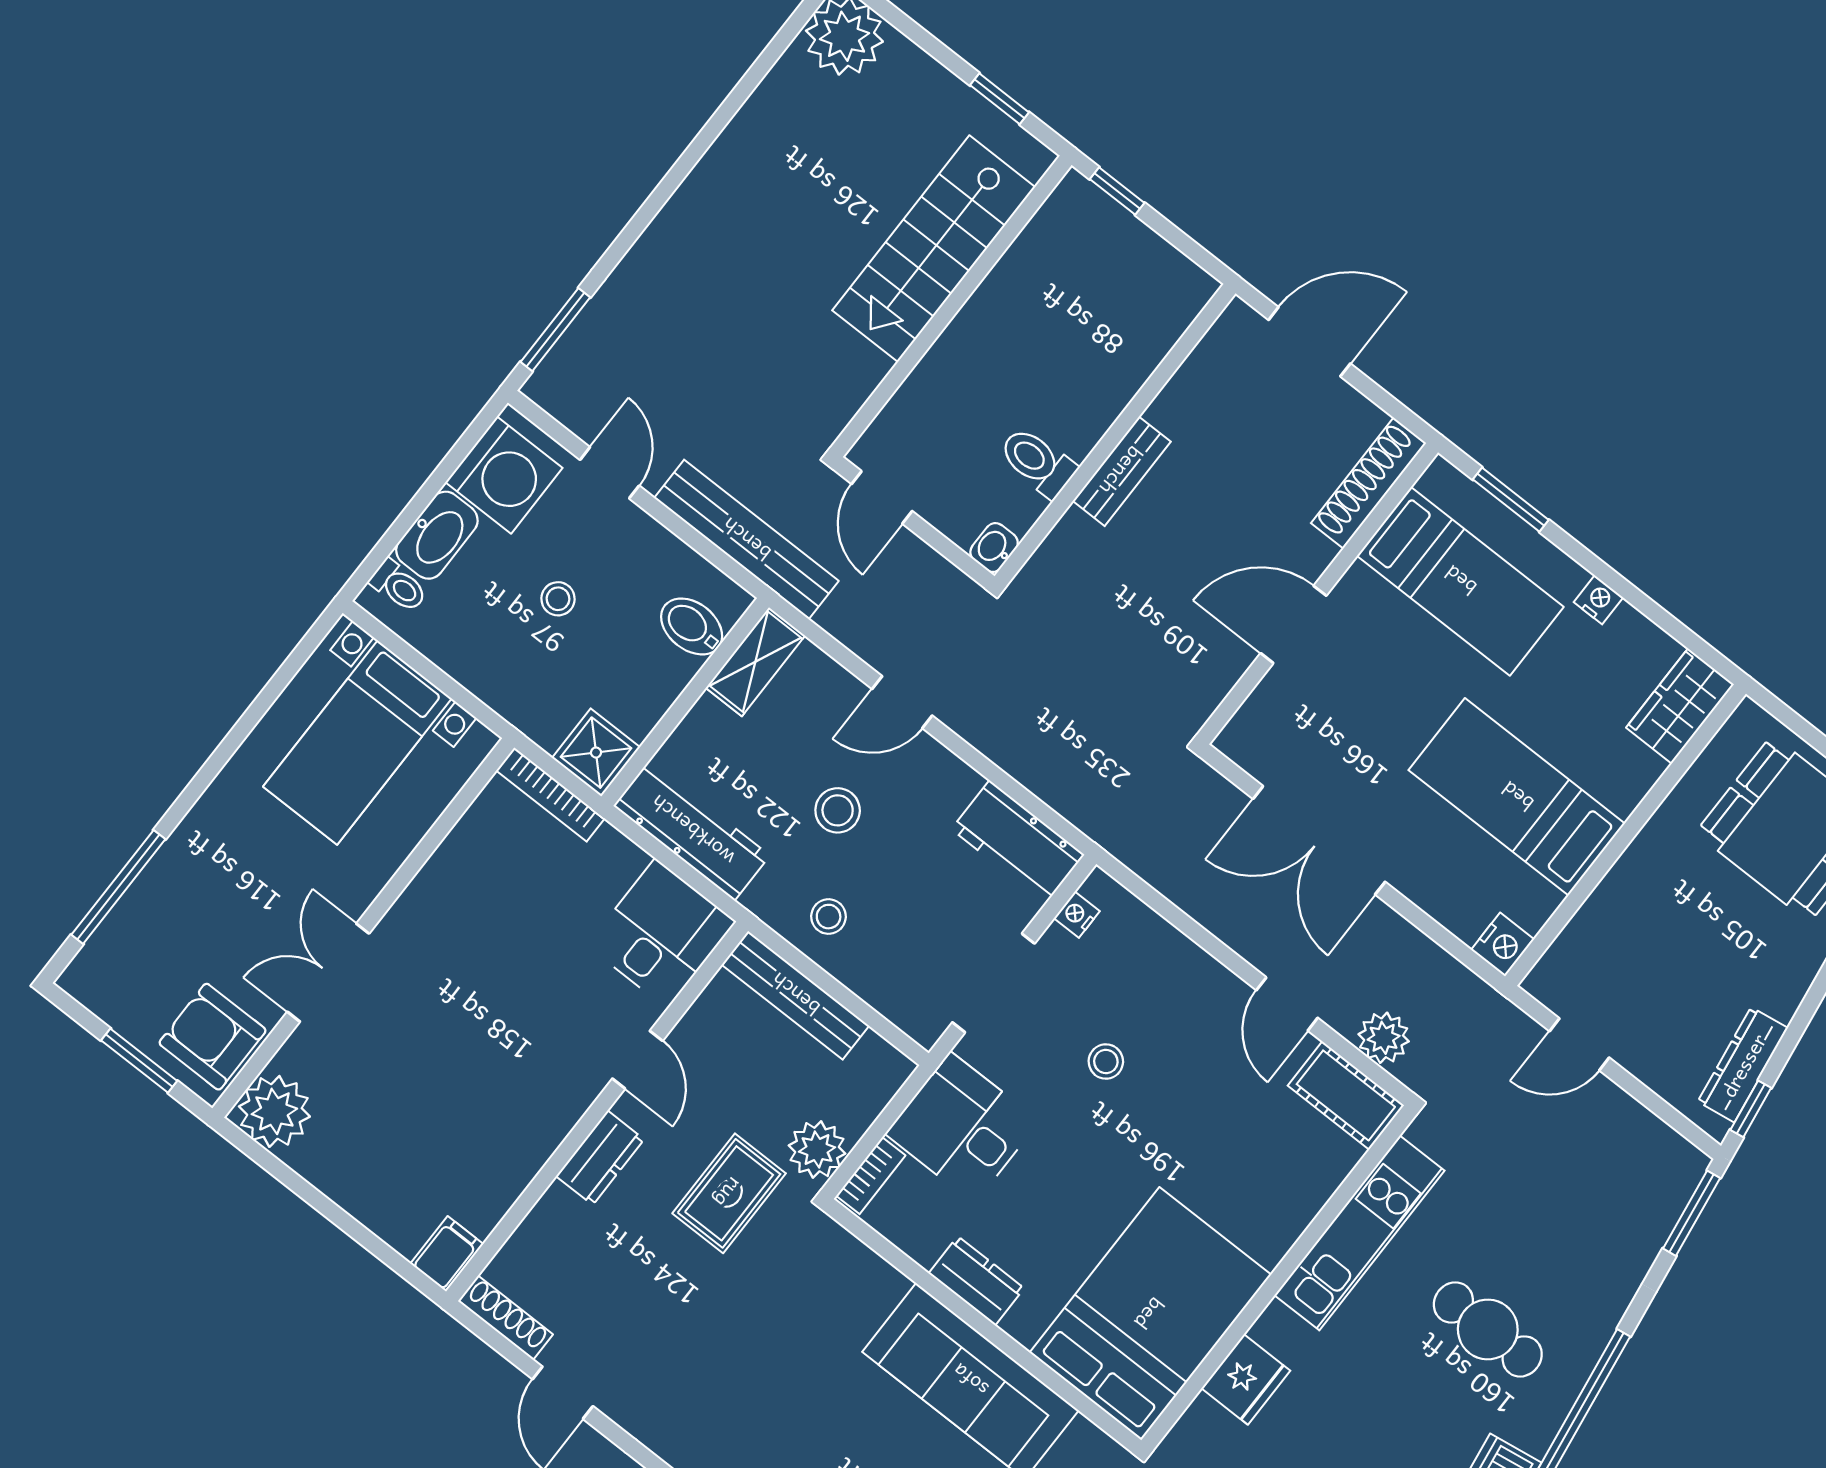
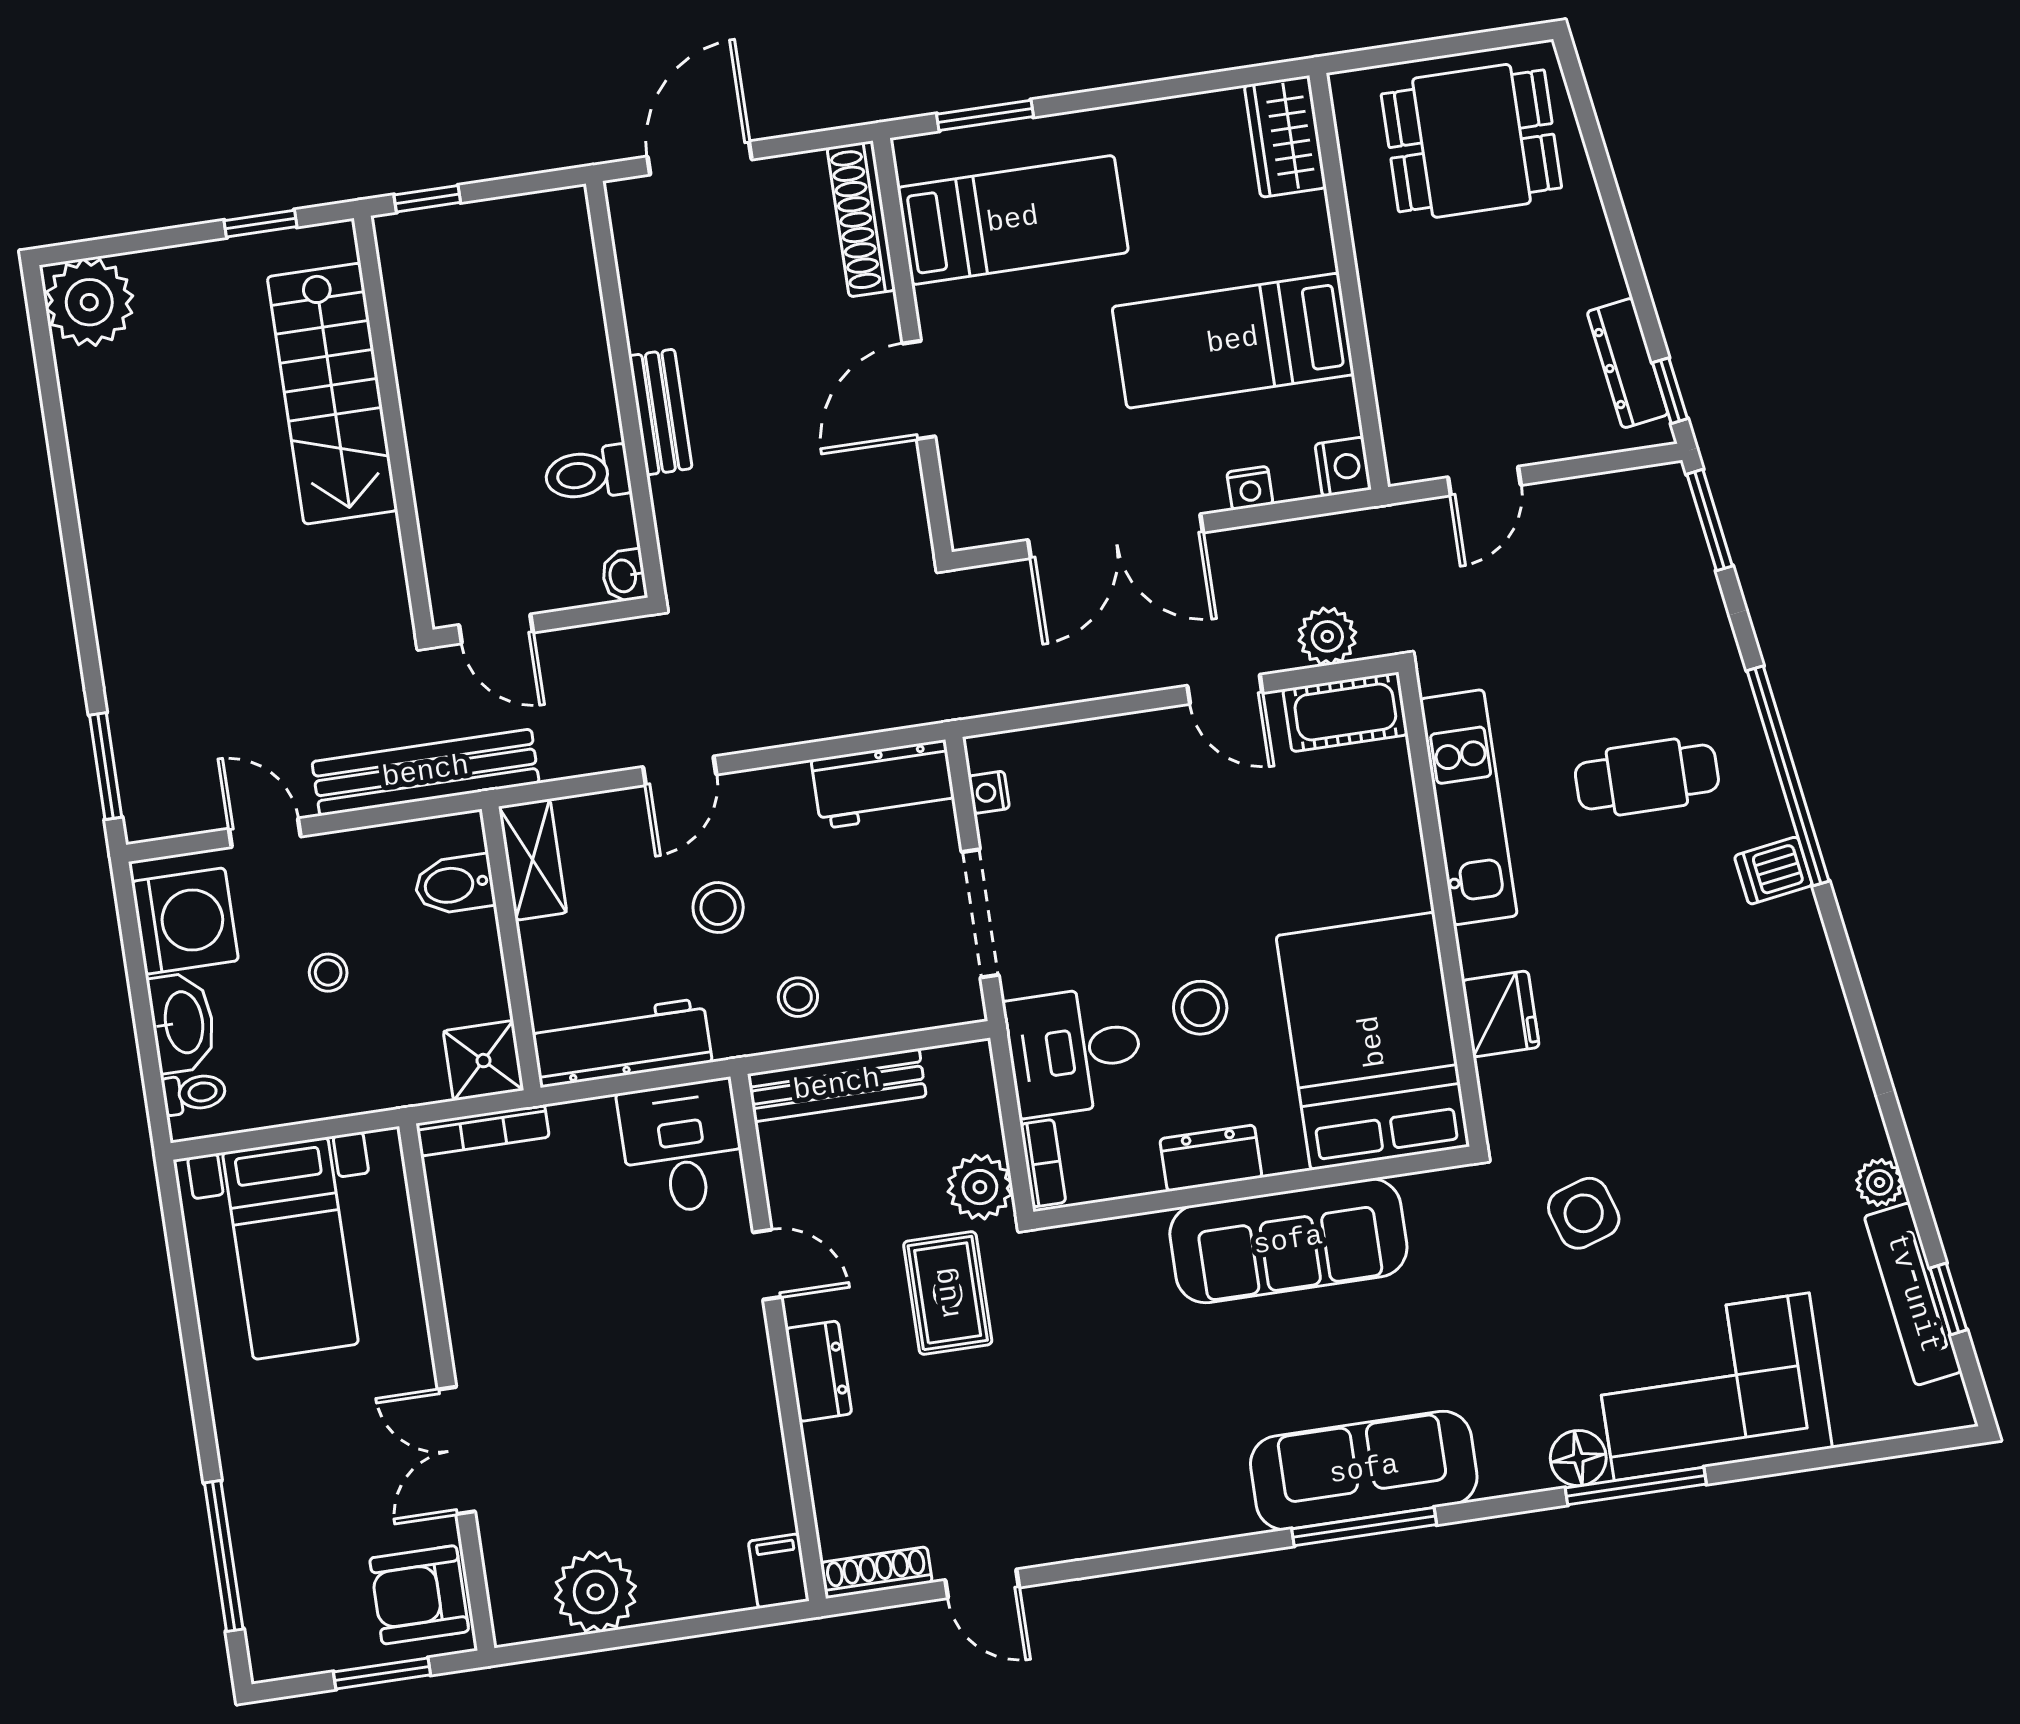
nightstand: (1598, 600) -> (1250, 488), moved, turned 180
stool: (1106, 1061) -> (1200, 1008), moved, width x1.37, depth x1.37
plant: (274, 1111) -> (595, 1592), moved

